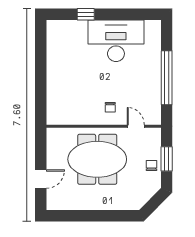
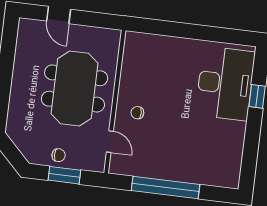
desk: (116, 41) -> (225, 83), moved
door: (136, 126) -> (110, 142), hinge flipped

